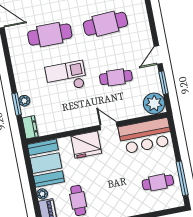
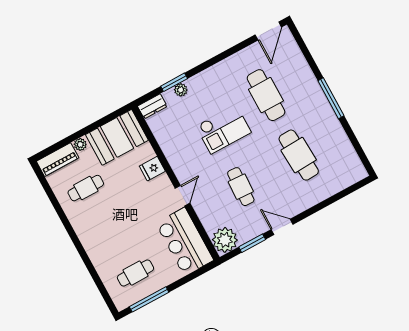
checkout: (66, 77) -> (223, 129), turned 90
fridge: (86, 145) -> (152, 169), width x0.53, depth x0.75
cafe table: (158, 182) -> (135, 273), turned 90

